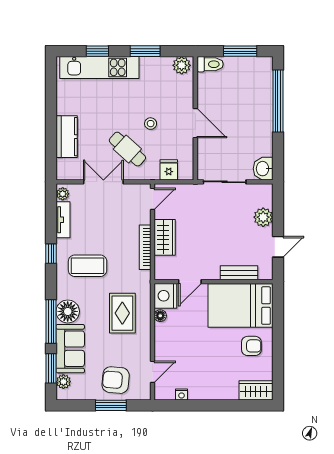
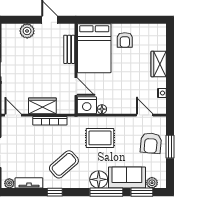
coffee table: (88, 266) -> (64, 164), turned 49
armchair: (251, 346) -> (125, 40), turned 180
wardrobe: (256, 390) -> (159, 64), moved

